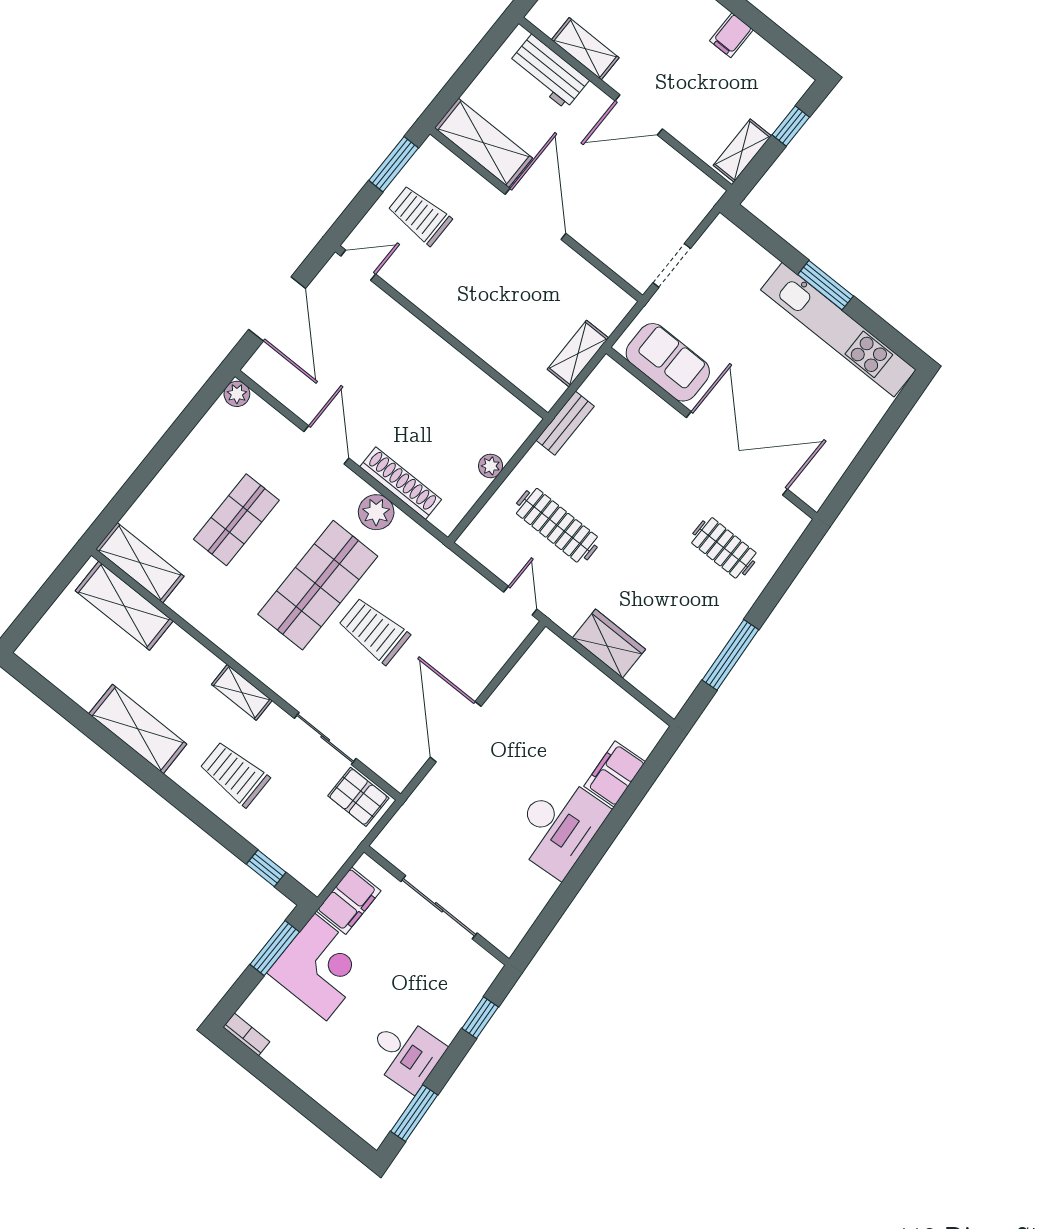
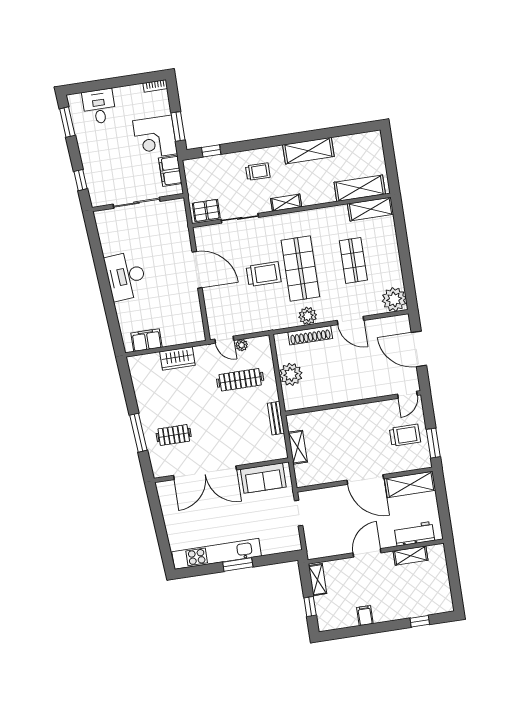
plant: (237, 394) -> (394, 299), width x1.88, depth x1.88
plant: (491, 466) -> (291, 374), width x1.88, depth x1.88
plant: (505, 569) -> (242, 345), added
window: (730, 655) -> (138, 433), moved
trolley: (234, 774) -> (258, 172), width x0.73, depth x0.72
filing cabinet: (615, 774) -> (147, 340), moved, turned -86
desk: (405, 1053) -> (99, 106), moved, turned 94

